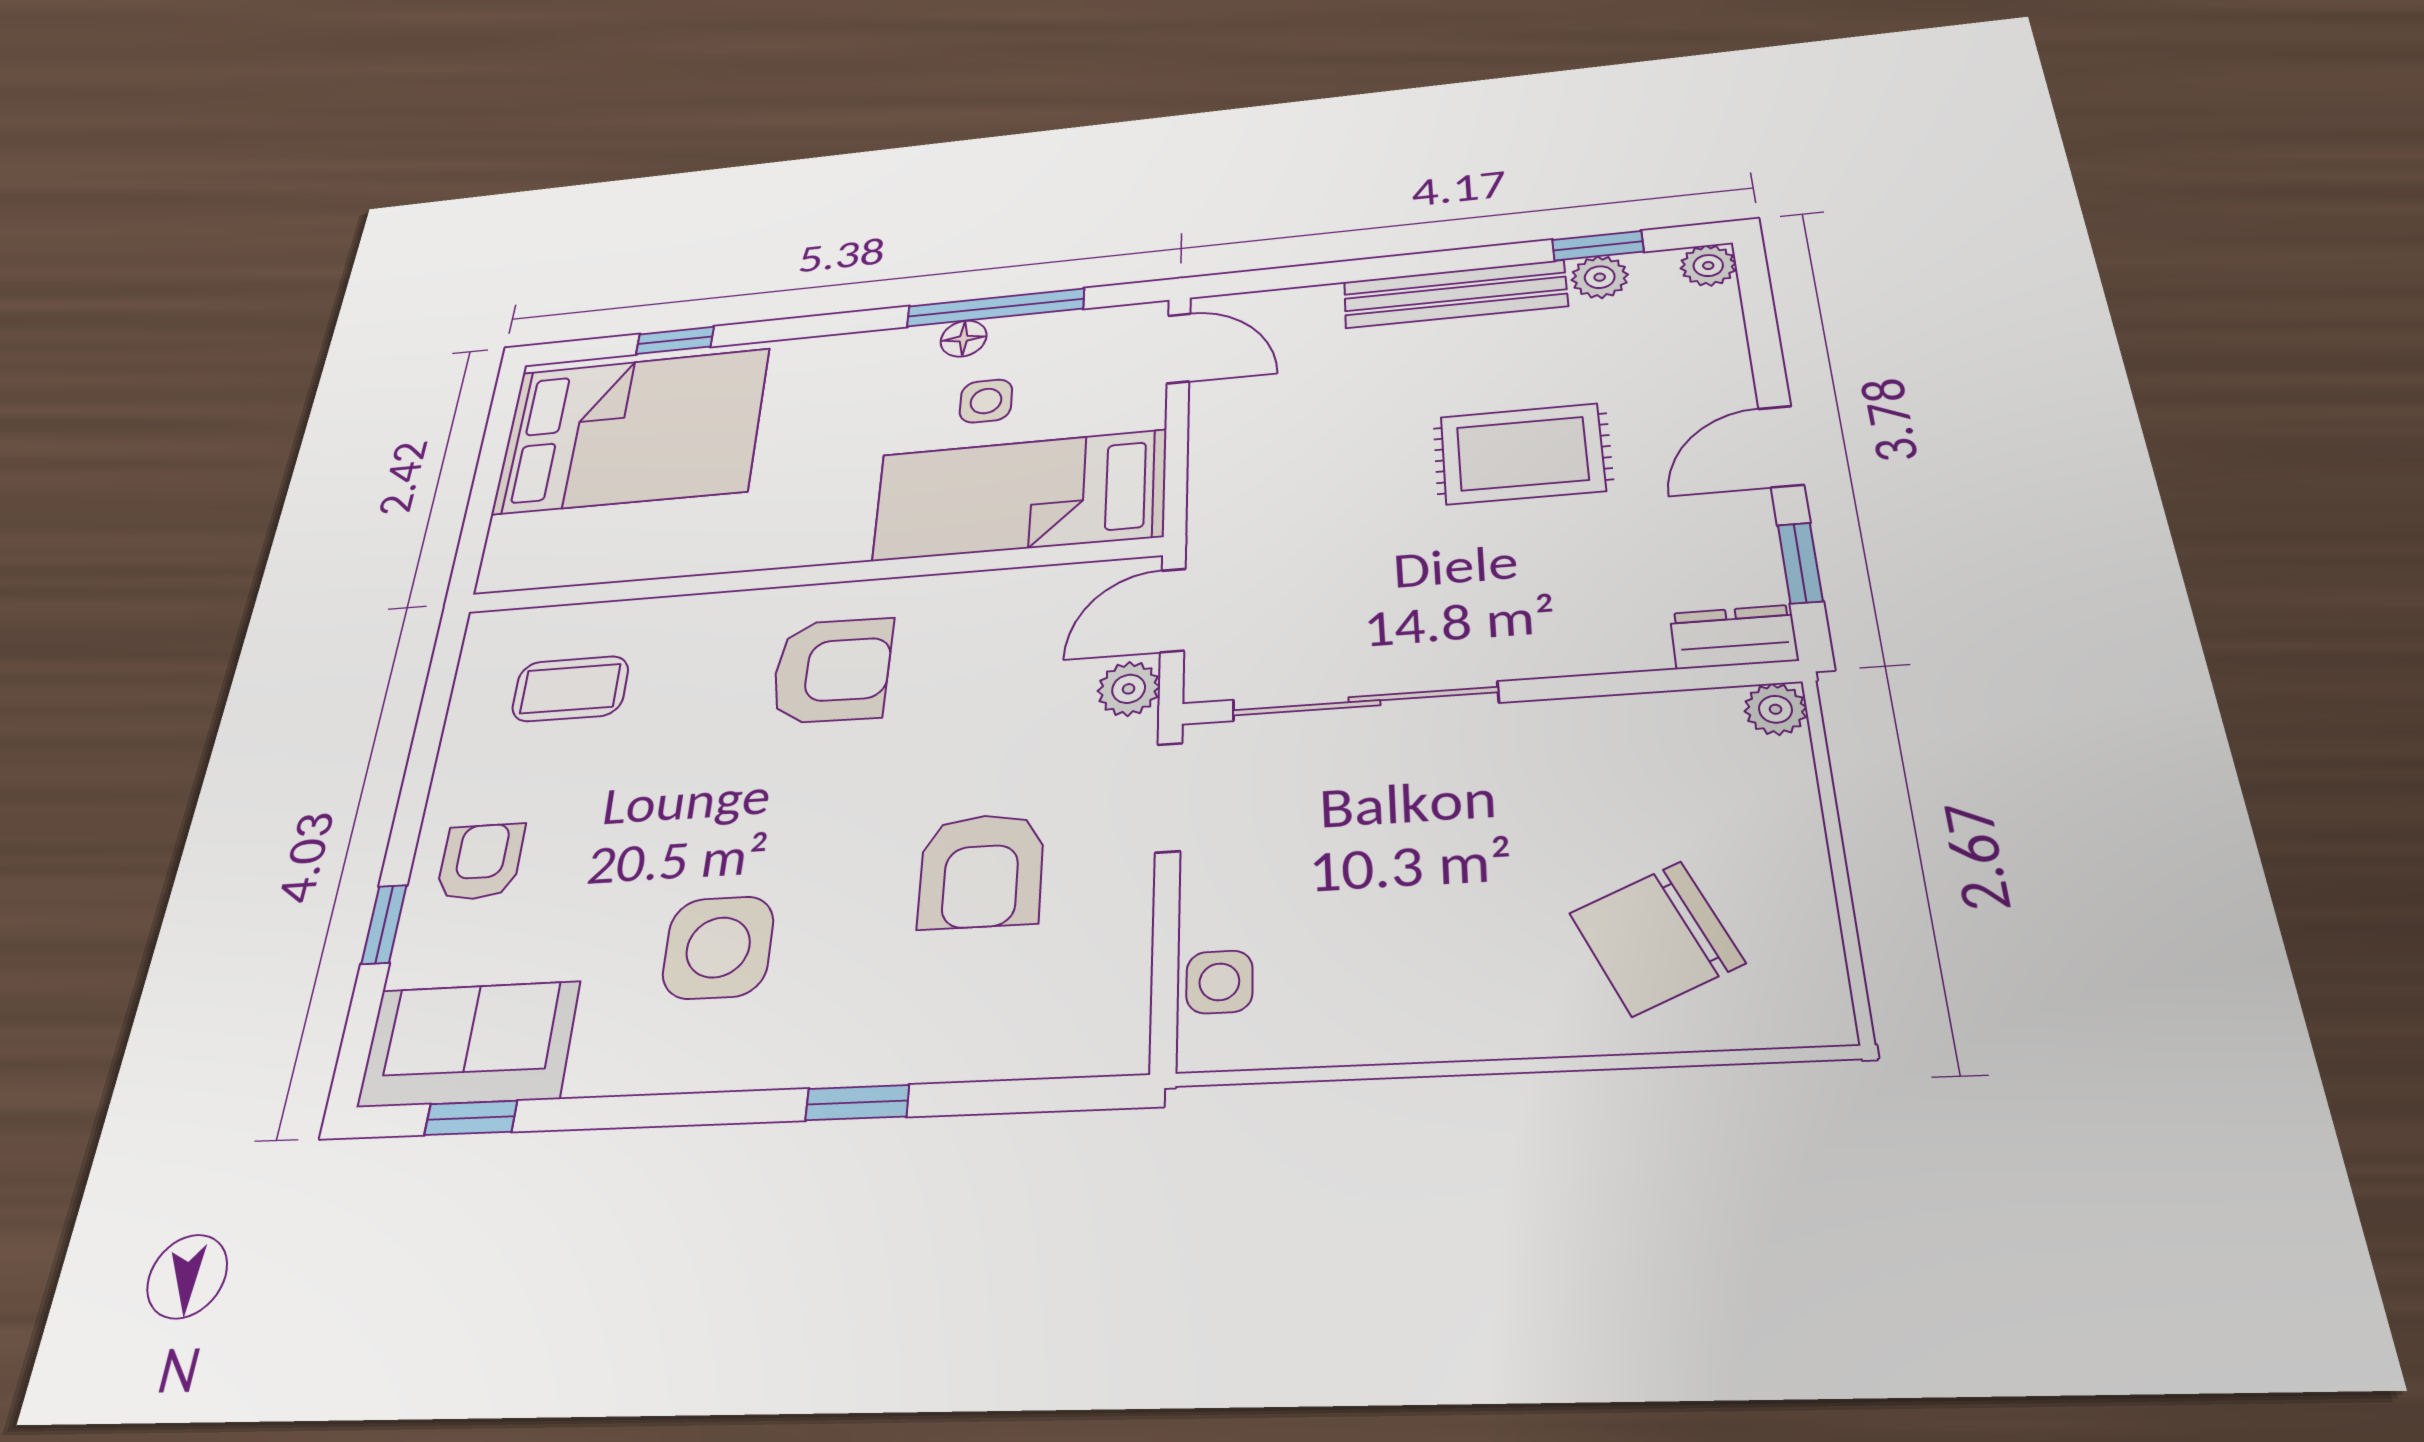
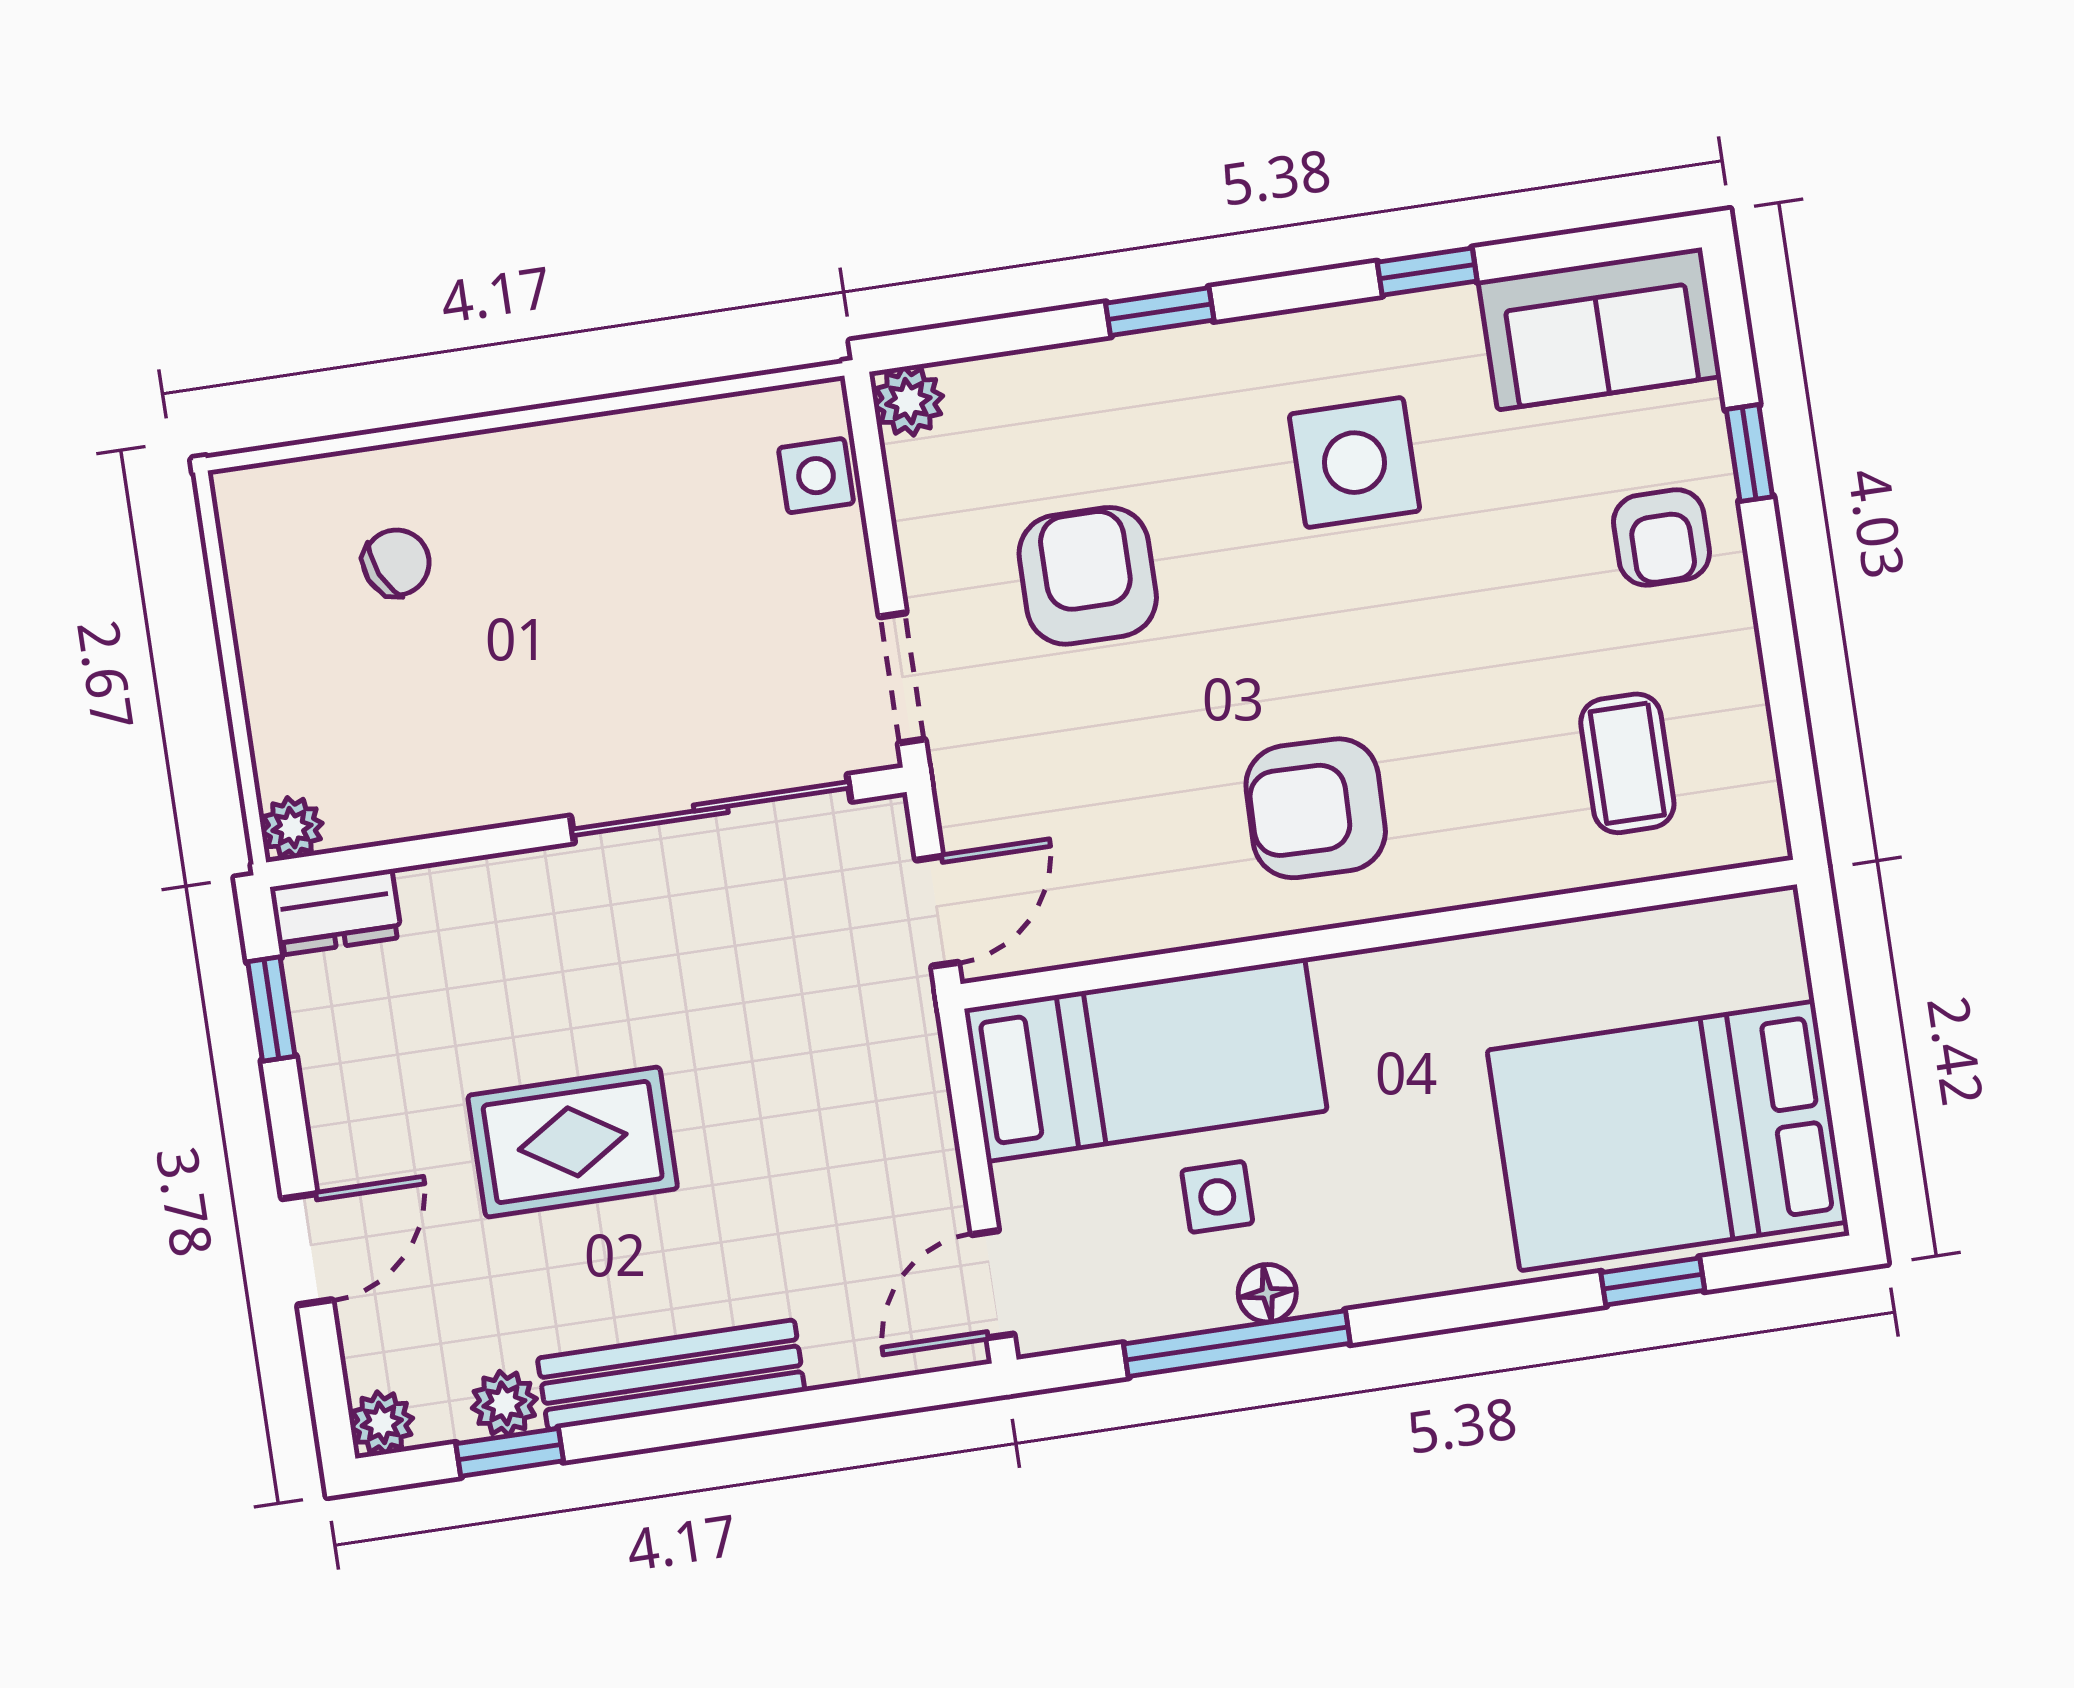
door: (1179, 348) -> (993, 1284), hinge flipped
door: (1781, 446) -> (307, 1249), moved
coffee table: (570, 689) -> (1627, 763), turned 90
plant: (1129, 689) -> (908, 401), moved
chair: (1657, 938) -> (396, 563), width x0.54, depth x0.54
window: (471, 1118) -> (1427, 272), moved

